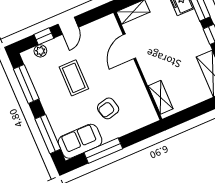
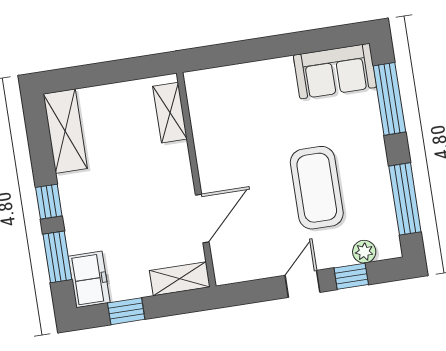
coffee table: (74, 78) -> (317, 188), width x1.36, depth x1.32
armchair: (108, 108) -> (269, 117), removed
window: (103, 151) -> (298, 43), removed

